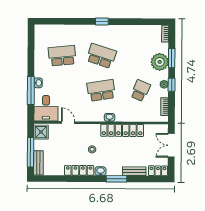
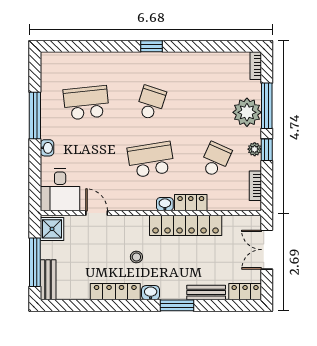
school desk: (101, 56) -> (151, 103), width x0.54
window: (172, 58) -> (267, 106), width x1.44
window: (31, 90) -> (35, 115), moved
locker: (125, 117) -> (191, 203), added

